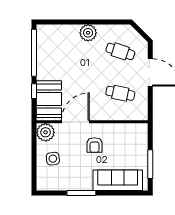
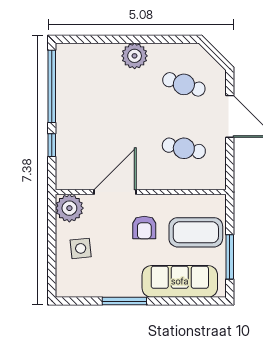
booth: (49, 99) -> (74, 157), removed
coffee table: (128, 148) -> (196, 232), added

